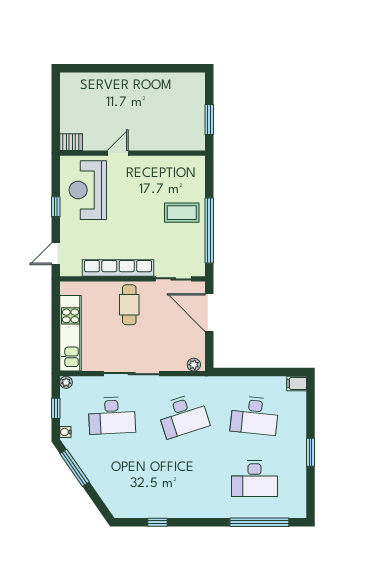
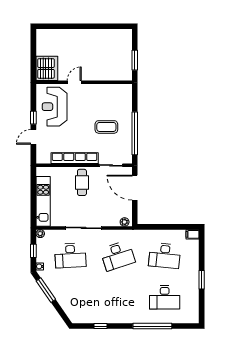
server rack: (71, 142) -> (47, 68), width x2.18, depth x1.44
coffee table: (182, 213) -> (106, 127), moved
door: (56, 254) -> (33, 137), moved
window: (259, 522) -> (152, 326), moved

